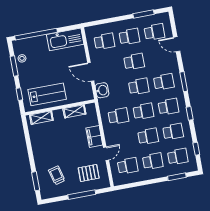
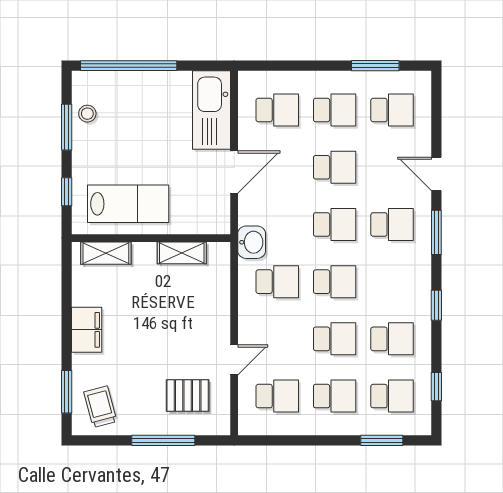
kitchen sink: (65, 39) -> (211, 110), moved, turned 90
door: (177, 44) -> (436, 174), moved
door: (91, 72) -> (234, 172), swing flipped
washbasin: (102, 90) -> (252, 242), moved
school desk: (168, 107) -> (392, 282), removed
filing cabinet: (94, 137) -> (87, 330), moved, turned 180
trolley: (57, 175) -> (100, 407), moved

